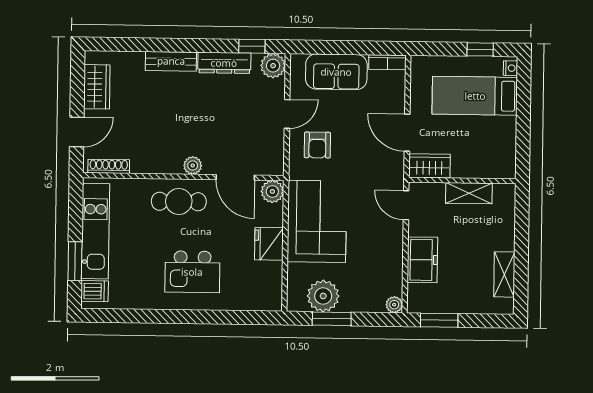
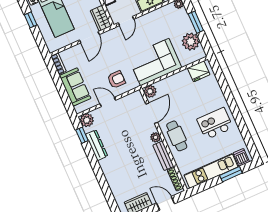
bench: (171, 61) -> (163, 156), moved
fridge: (269, 244) -> (199, 71), moved
kitchen island: (192, 272) -> (215, 124), moved, turned -90
window: (332, 319) -> (196, 22), moved

